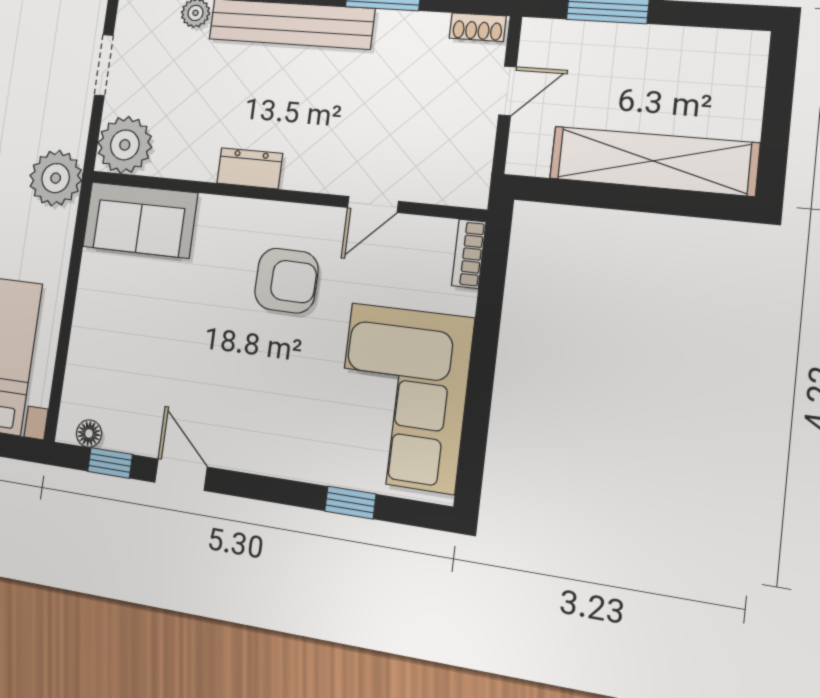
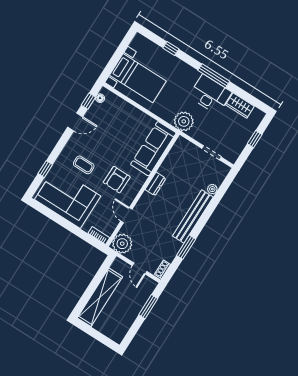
plant: (125, 145) -> (122, 244), moved
sofa: (140, 220) -> (153, 149), width x1.36
coffee table: (288, 394) -> (84, 165), added

